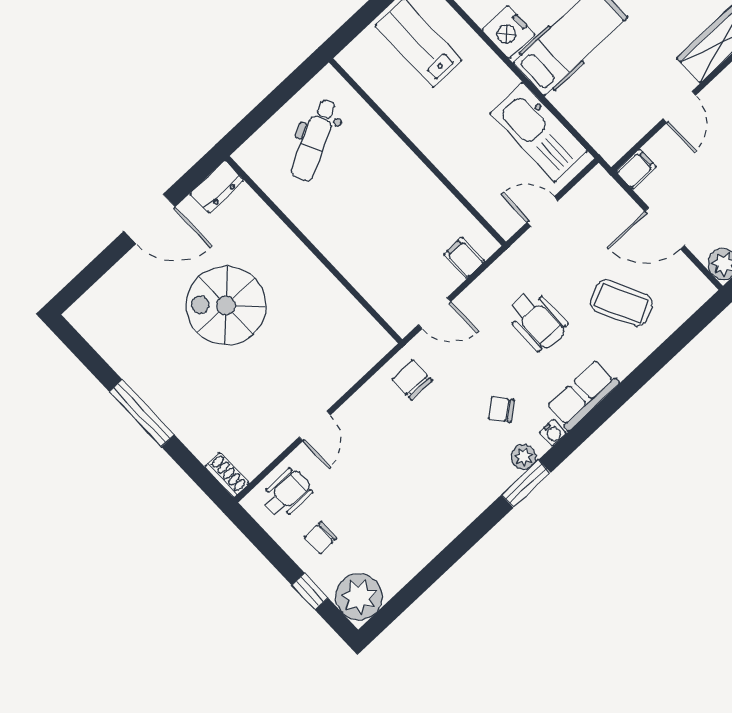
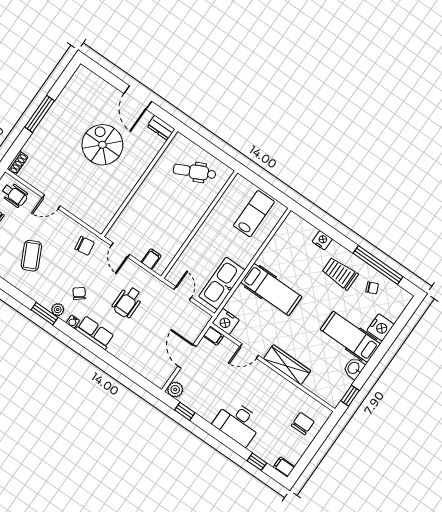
nightstand: (509, 32) -> (226, 322), moved, turned -90
coffee table: (621, 303) -> (31, 256), moved
chair: (412, 380) -> (85, 246), turned 81

